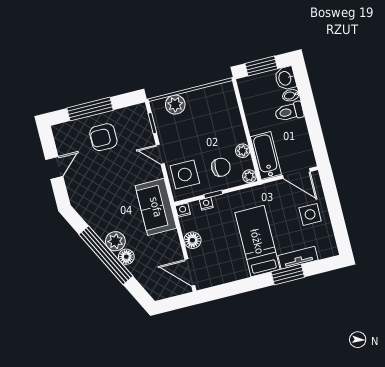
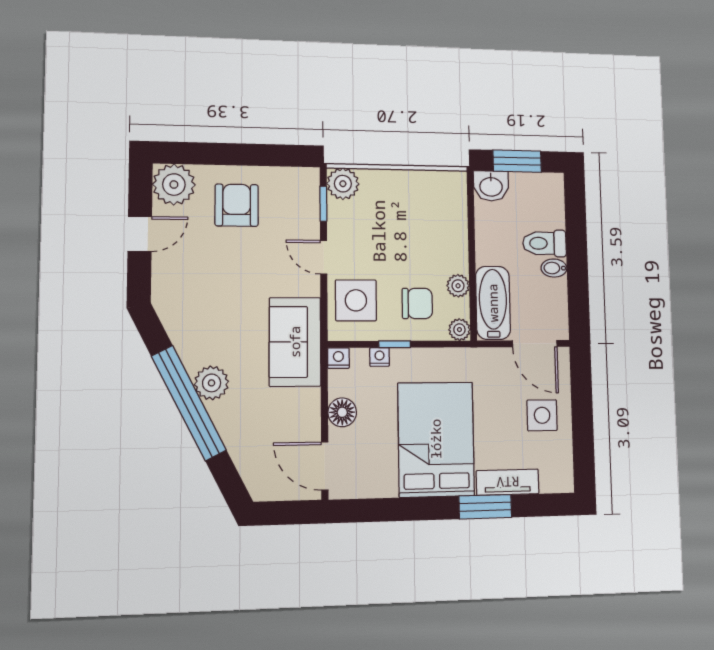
washbasin: (285, 78) -> (491, 186), moved, turned -90
bidet: (291, 95) -> (554, 268), moved
plant: (175, 105) -> (343, 184), moved
window: (90, 109) -> (226, 154), removed
plant: (65, 135) -> (174, 185), added
armchair: (103, 137) -> (237, 205), turned 90
bed: (257, 241) -> (436, 439), width x1.50
floor lamp: (126, 257) -> (223, 414), removed

